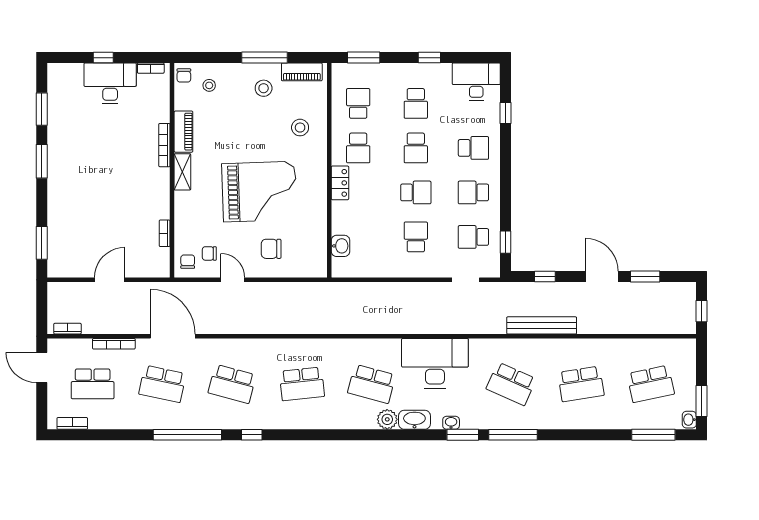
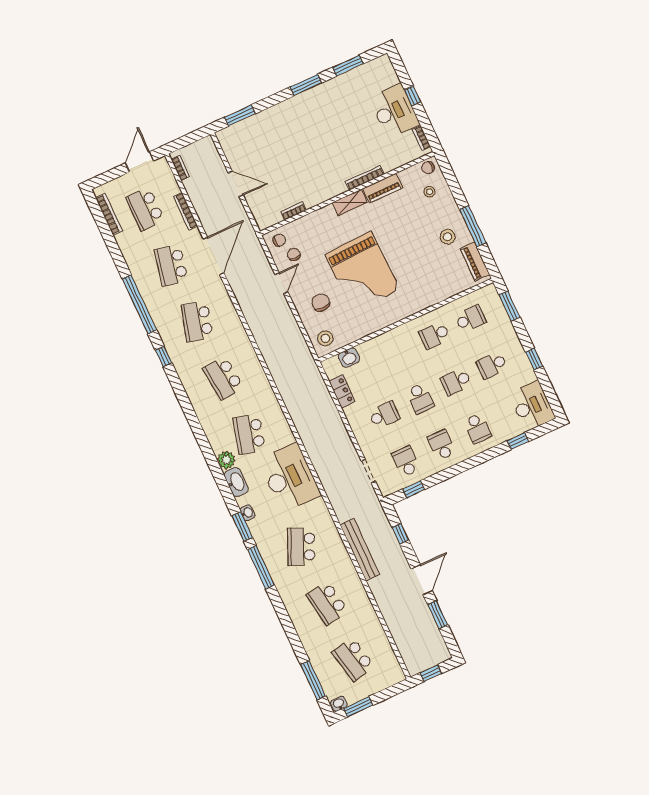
stool: (300, 128) -> (325, 338), moved
locker: (340, 183) -> (342, 391), moved, turned -90
bookcase: (72, 423) -> (109, 214), width x1.56

